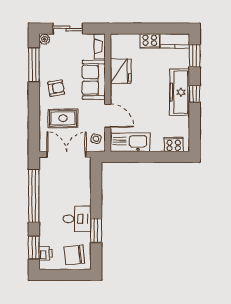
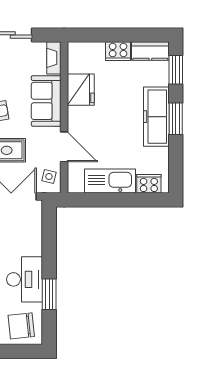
window: (195, 94) -> (176, 119), width x1.50
kitchen sink: (130, 142) -> (110, 181), moved
desk: (77, 219) -> (25, 279), width x1.37

